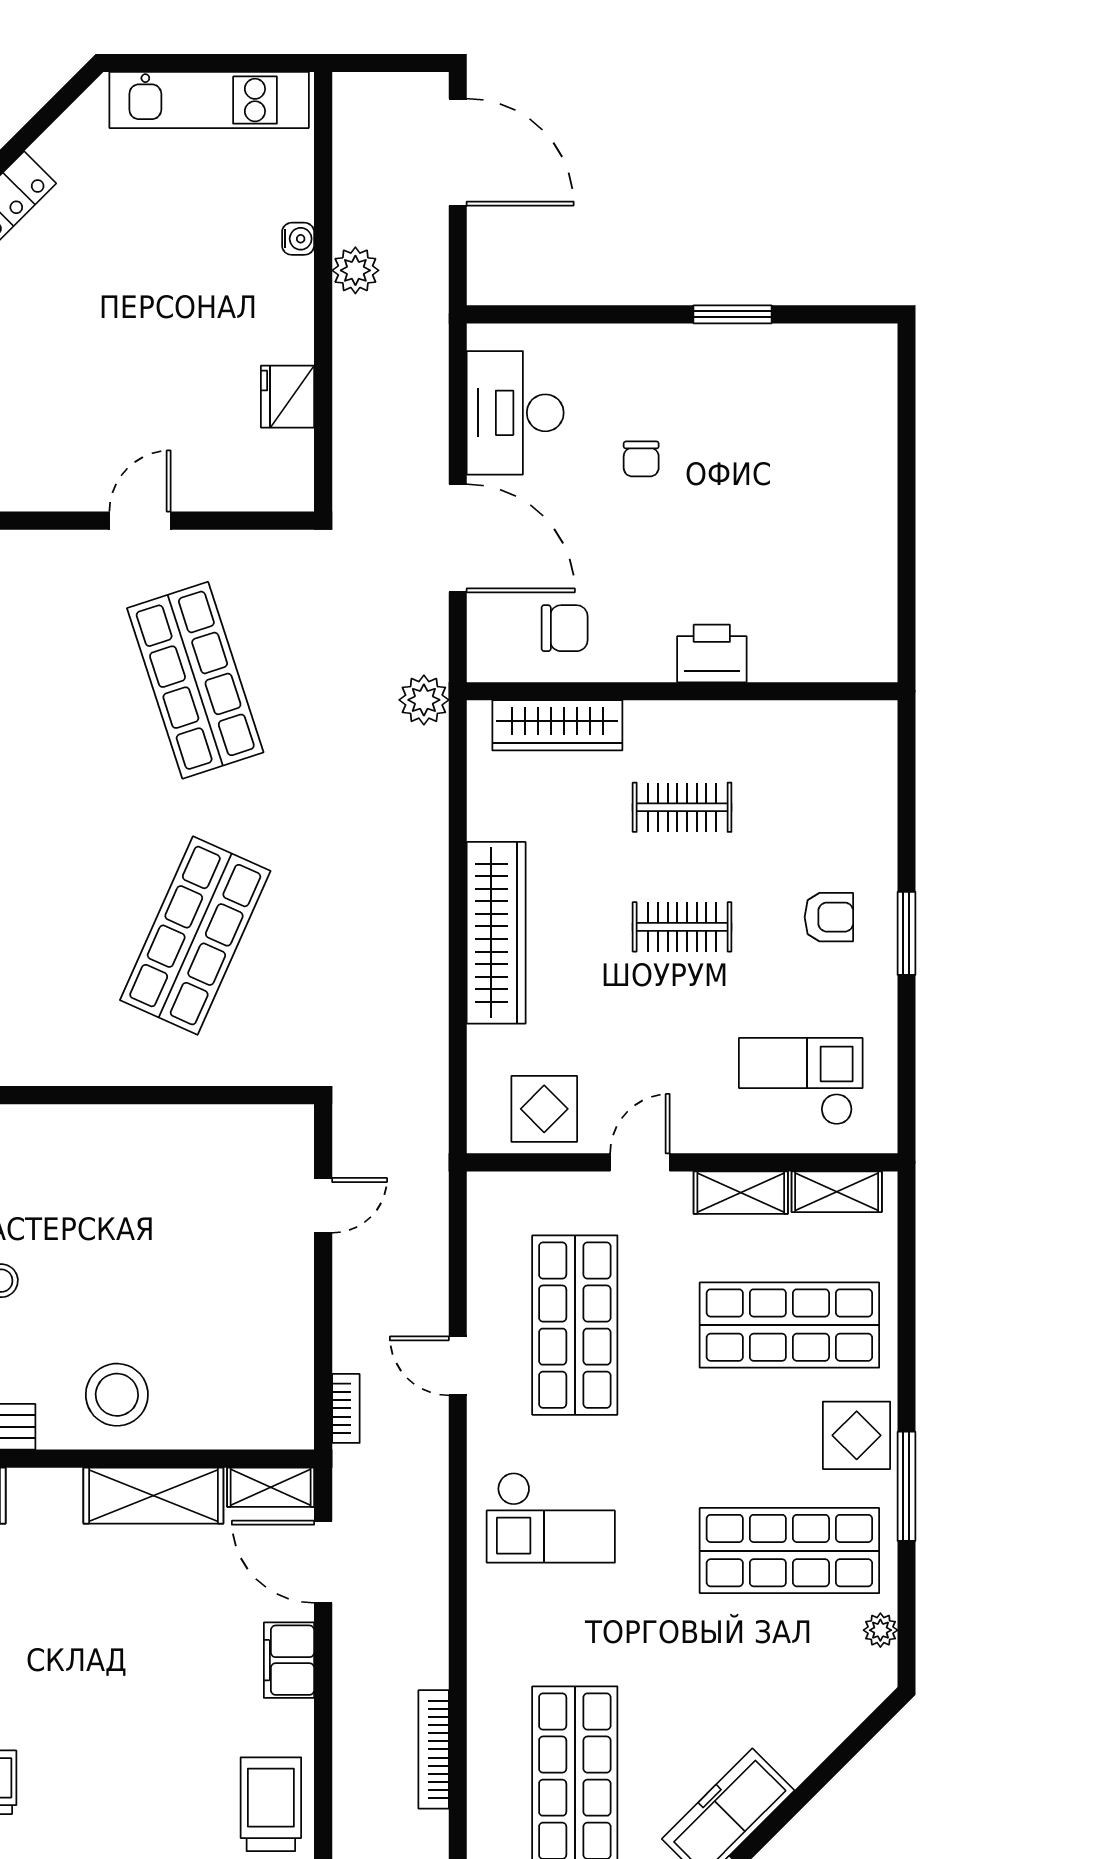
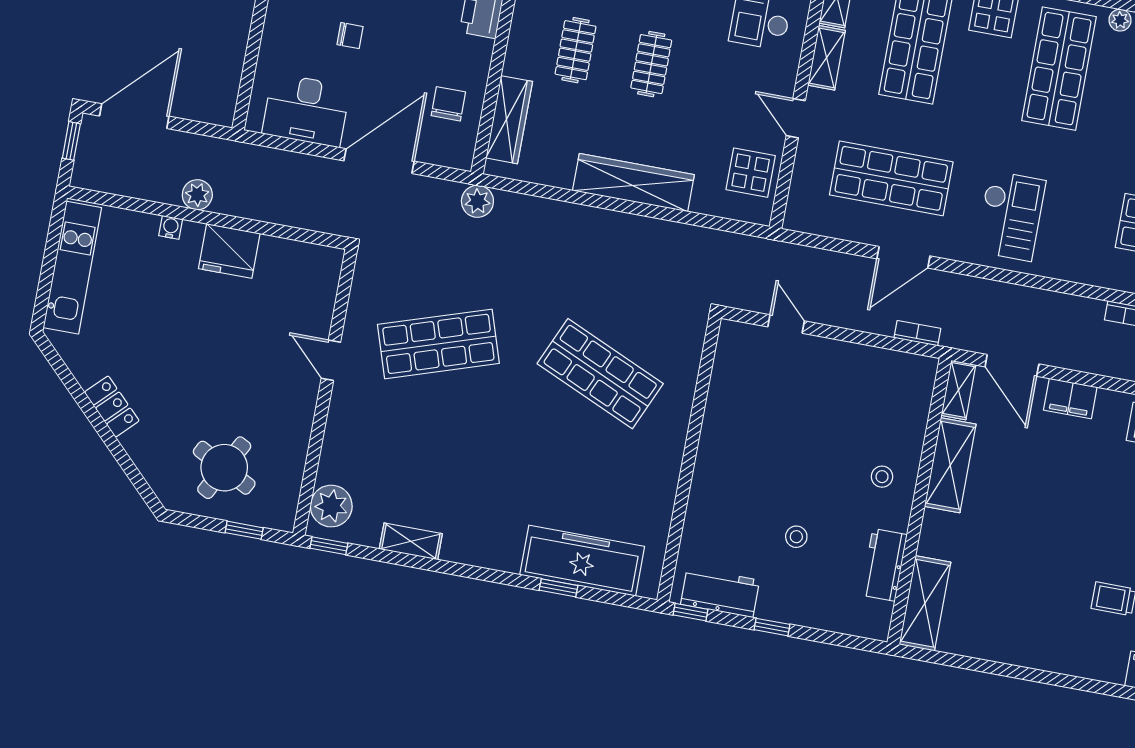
window: (402, 63) -> (71, 141), added
fridge: (287, 397) -> (229, 251), moved, width x1.36, depth x1.34
door: (458, 1366) -> (903, 257), width x1.38
stool: (117, 1395) -> (882, 477), width x0.53, depth x0.53
door: (323, 1562) -> (1012, 365), hinge flipped

